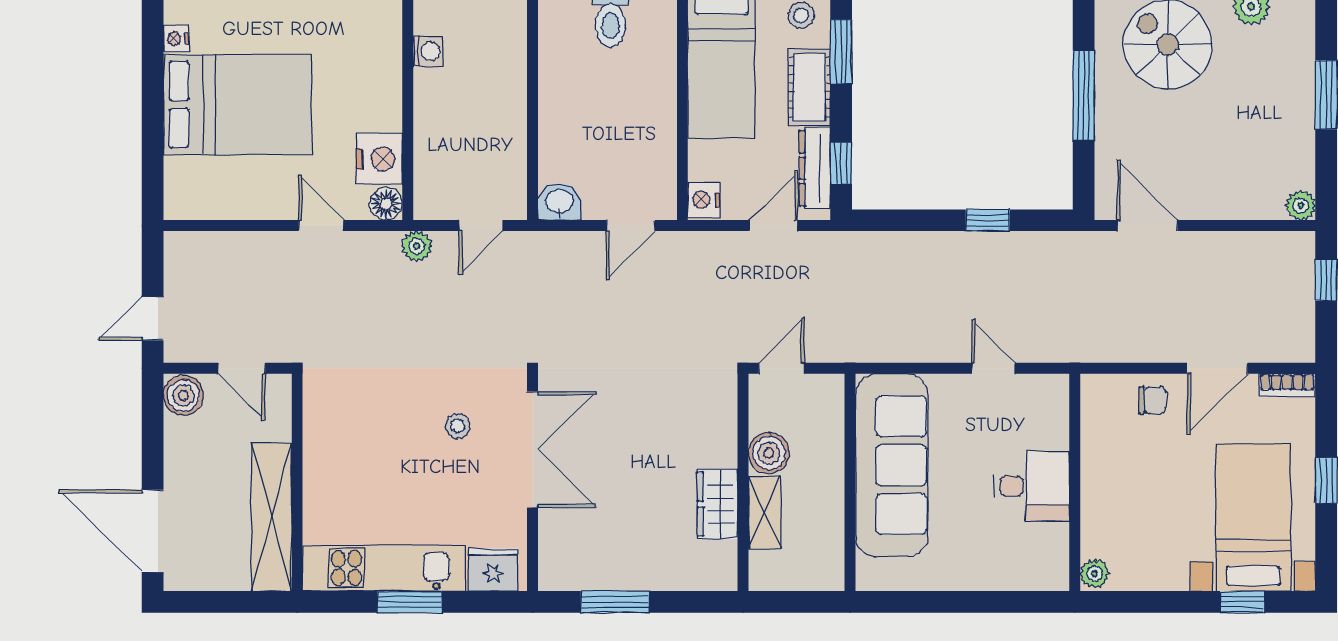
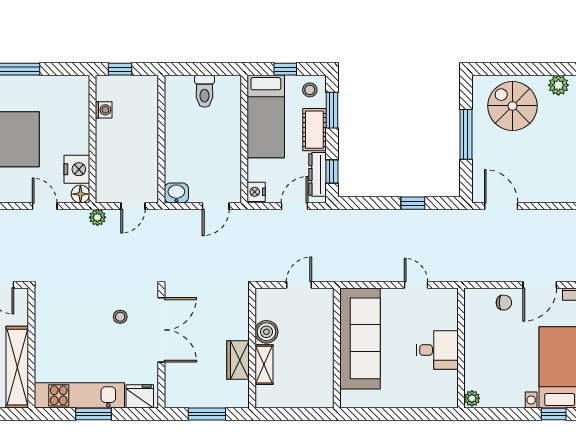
boiler: (769, 453) -> (266, 332), moved
wall: (743, 482) -> (252, 348), moved
wardrobe: (717, 504) -> (238, 360), moved
shelving: (765, 513) -> (264, 365), moved

